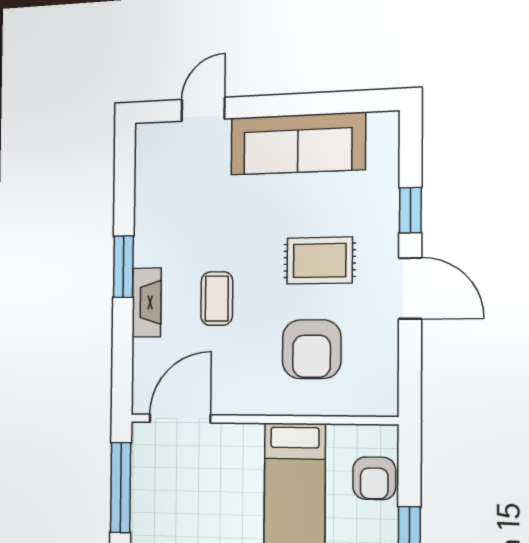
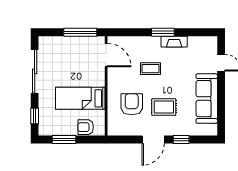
rug: (320, 261) -> (164, 107), turned 90
fireplace: (147, 302) -> (174, 42), moved
armchair: (312, 349) -> (132, 104), turned 90

